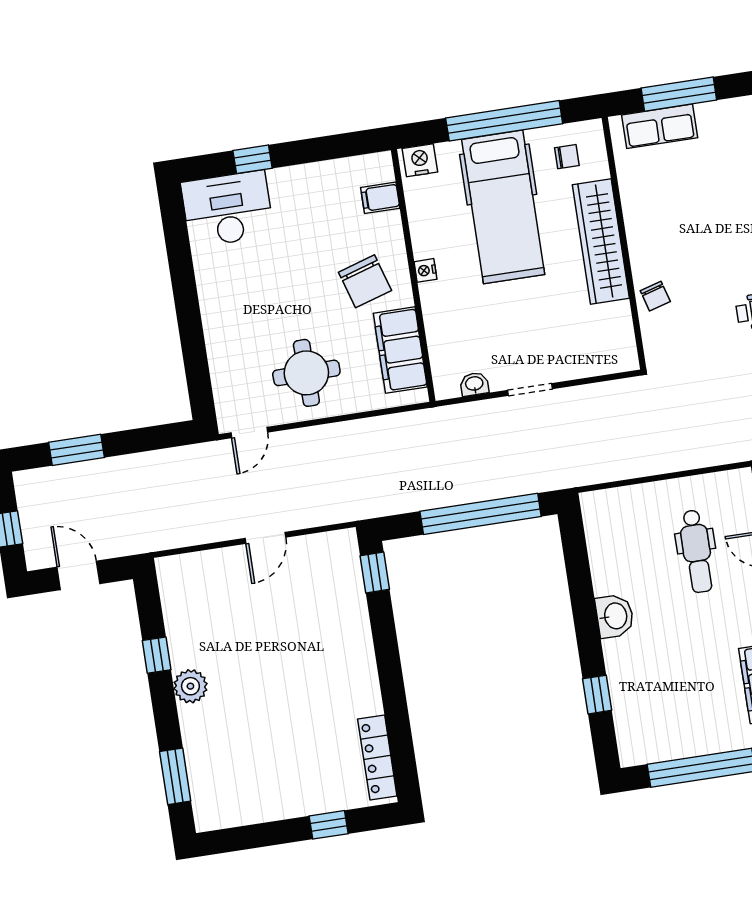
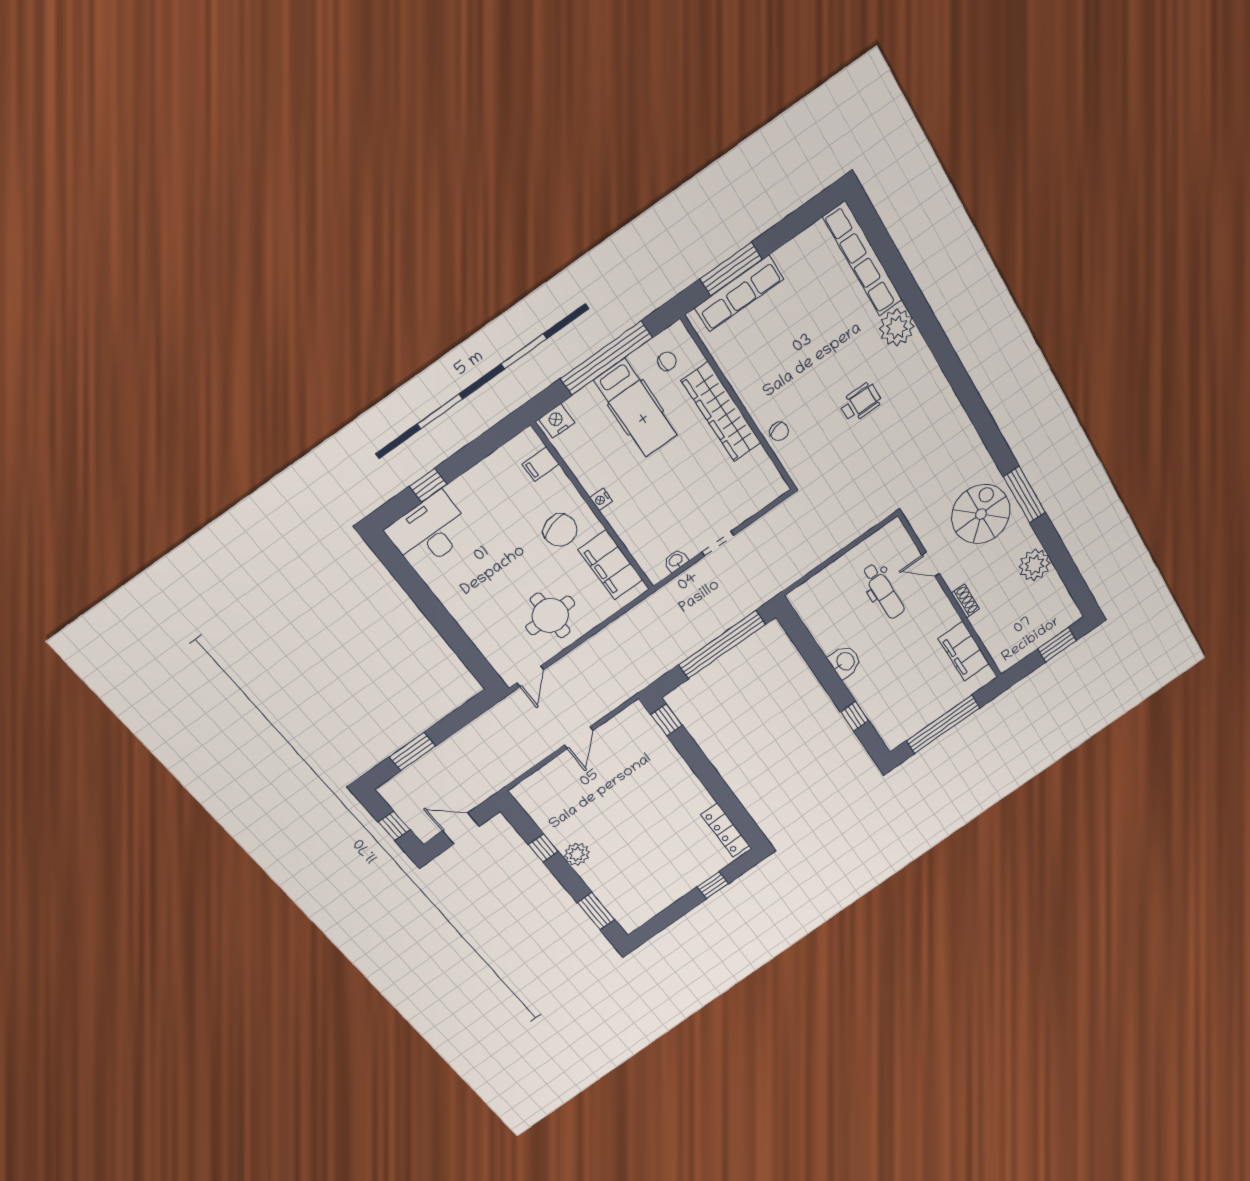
row of seats: (660, 126) -> (739, 293), width x1.48
hospital bed: (503, 207) -> (636, 408), width x0.73, depth x0.78

